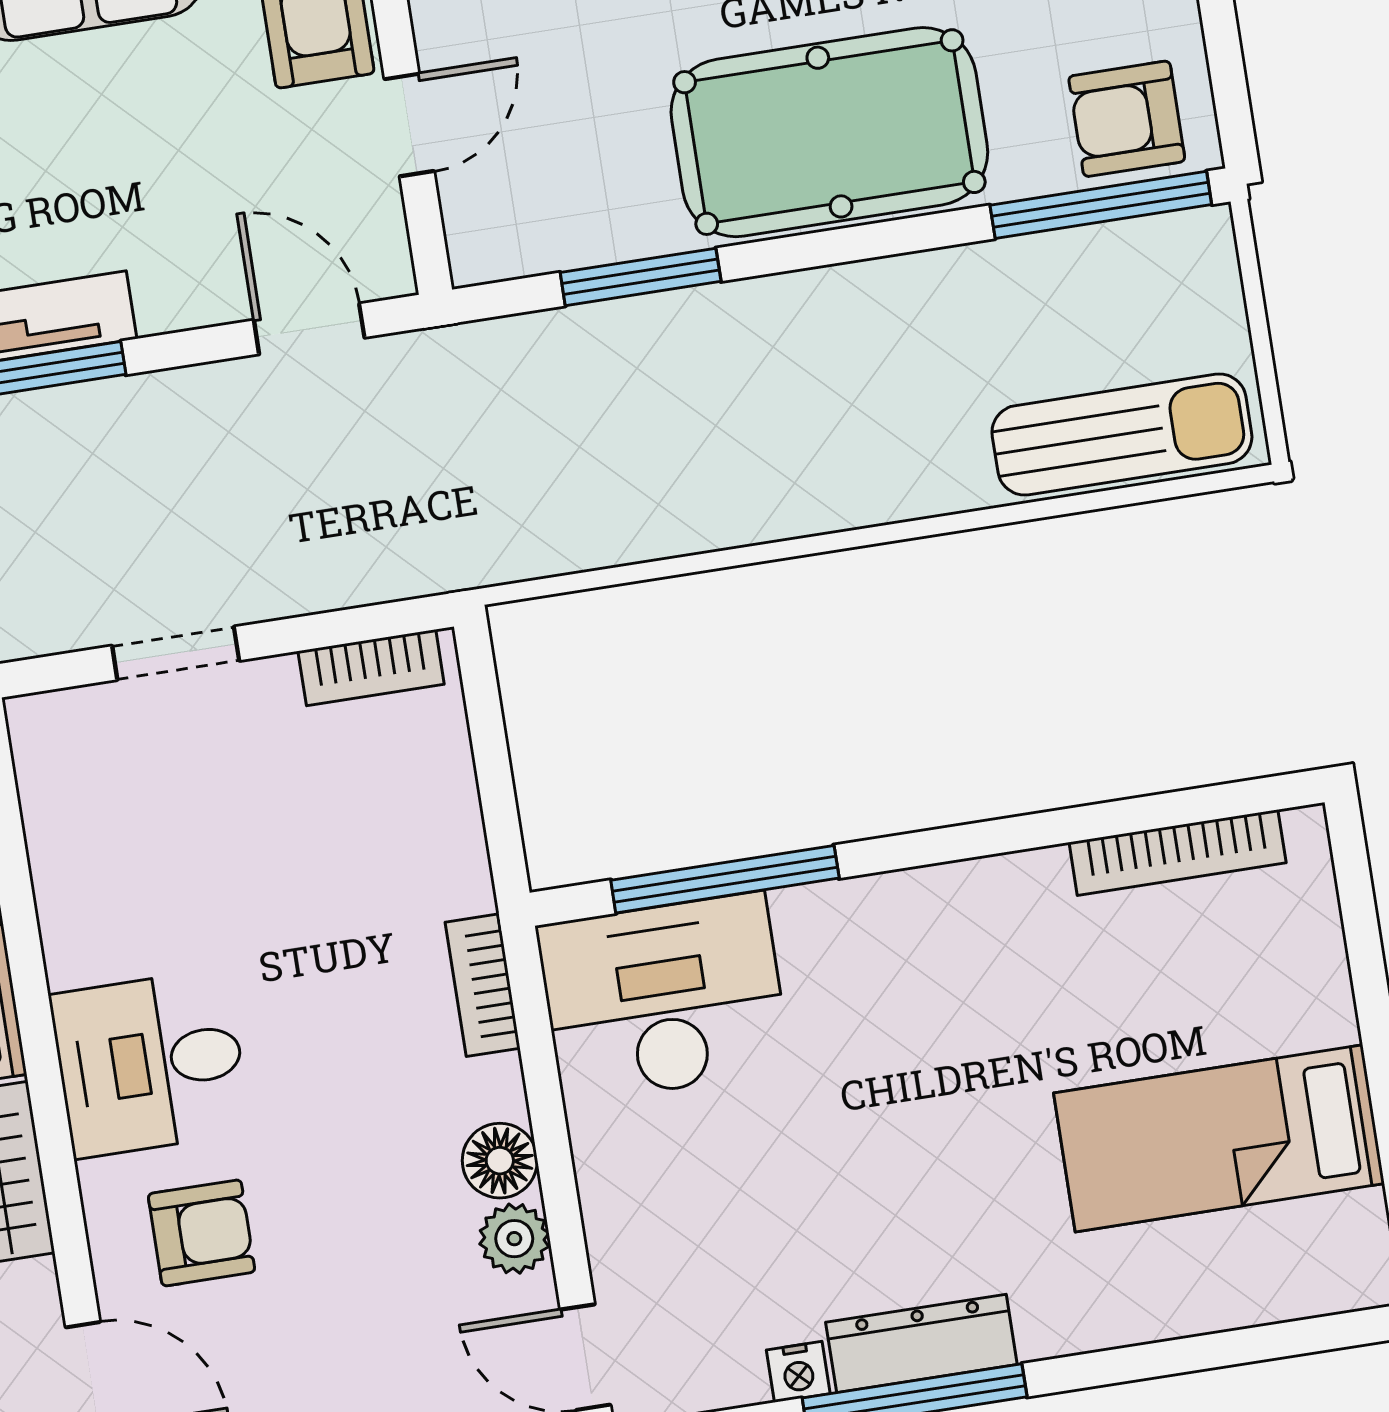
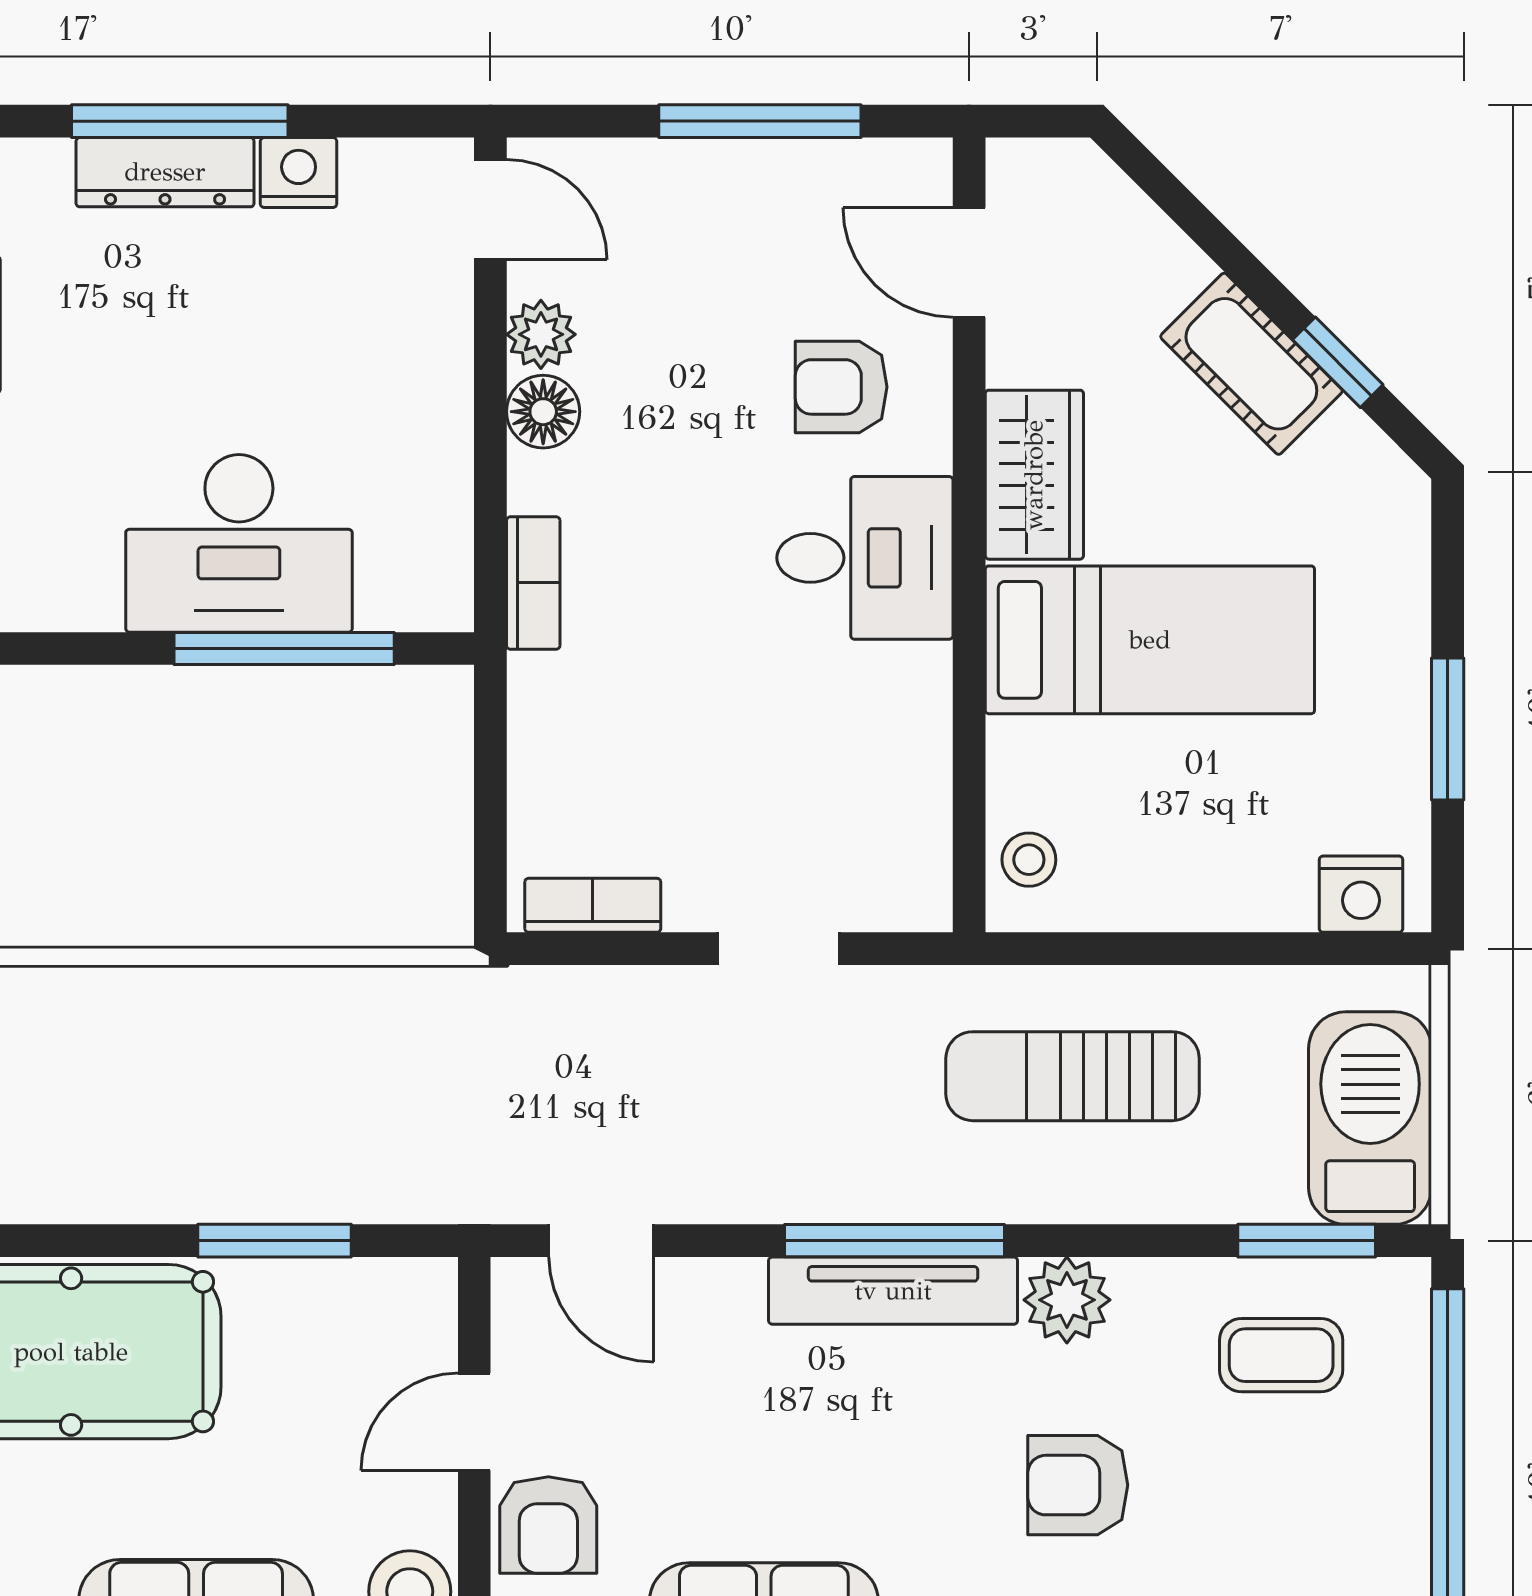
desk: (664, 998) -> (239, 543), moved
nightstand: (798, 1372) -> (299, 173), width x1.39, depth x1.35

